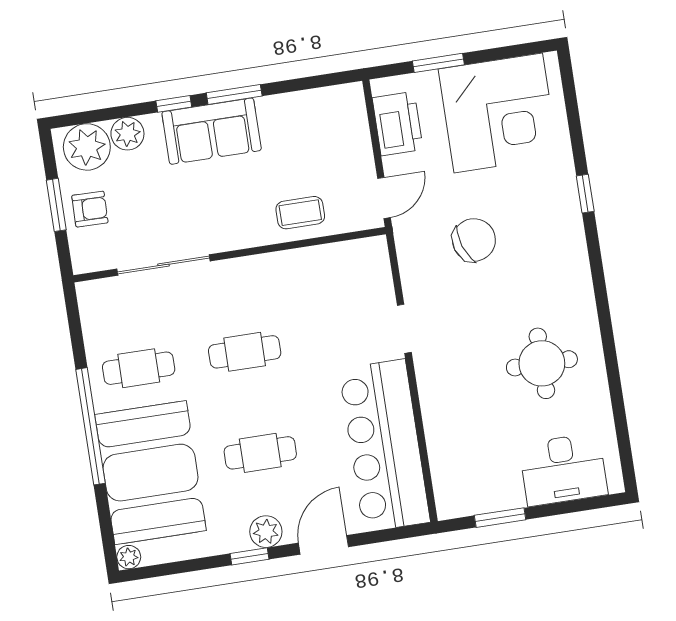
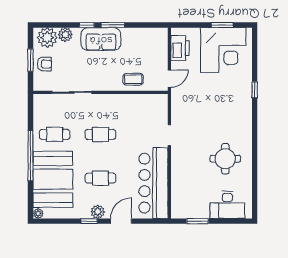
window: (438, 63) -> (222, 25), moved
chair: (474, 240) -> (205, 102), removed

